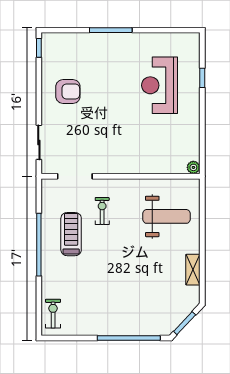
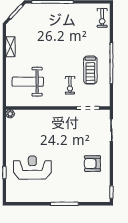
reception desk: (160, 85) -> (32, 168), turned -90

